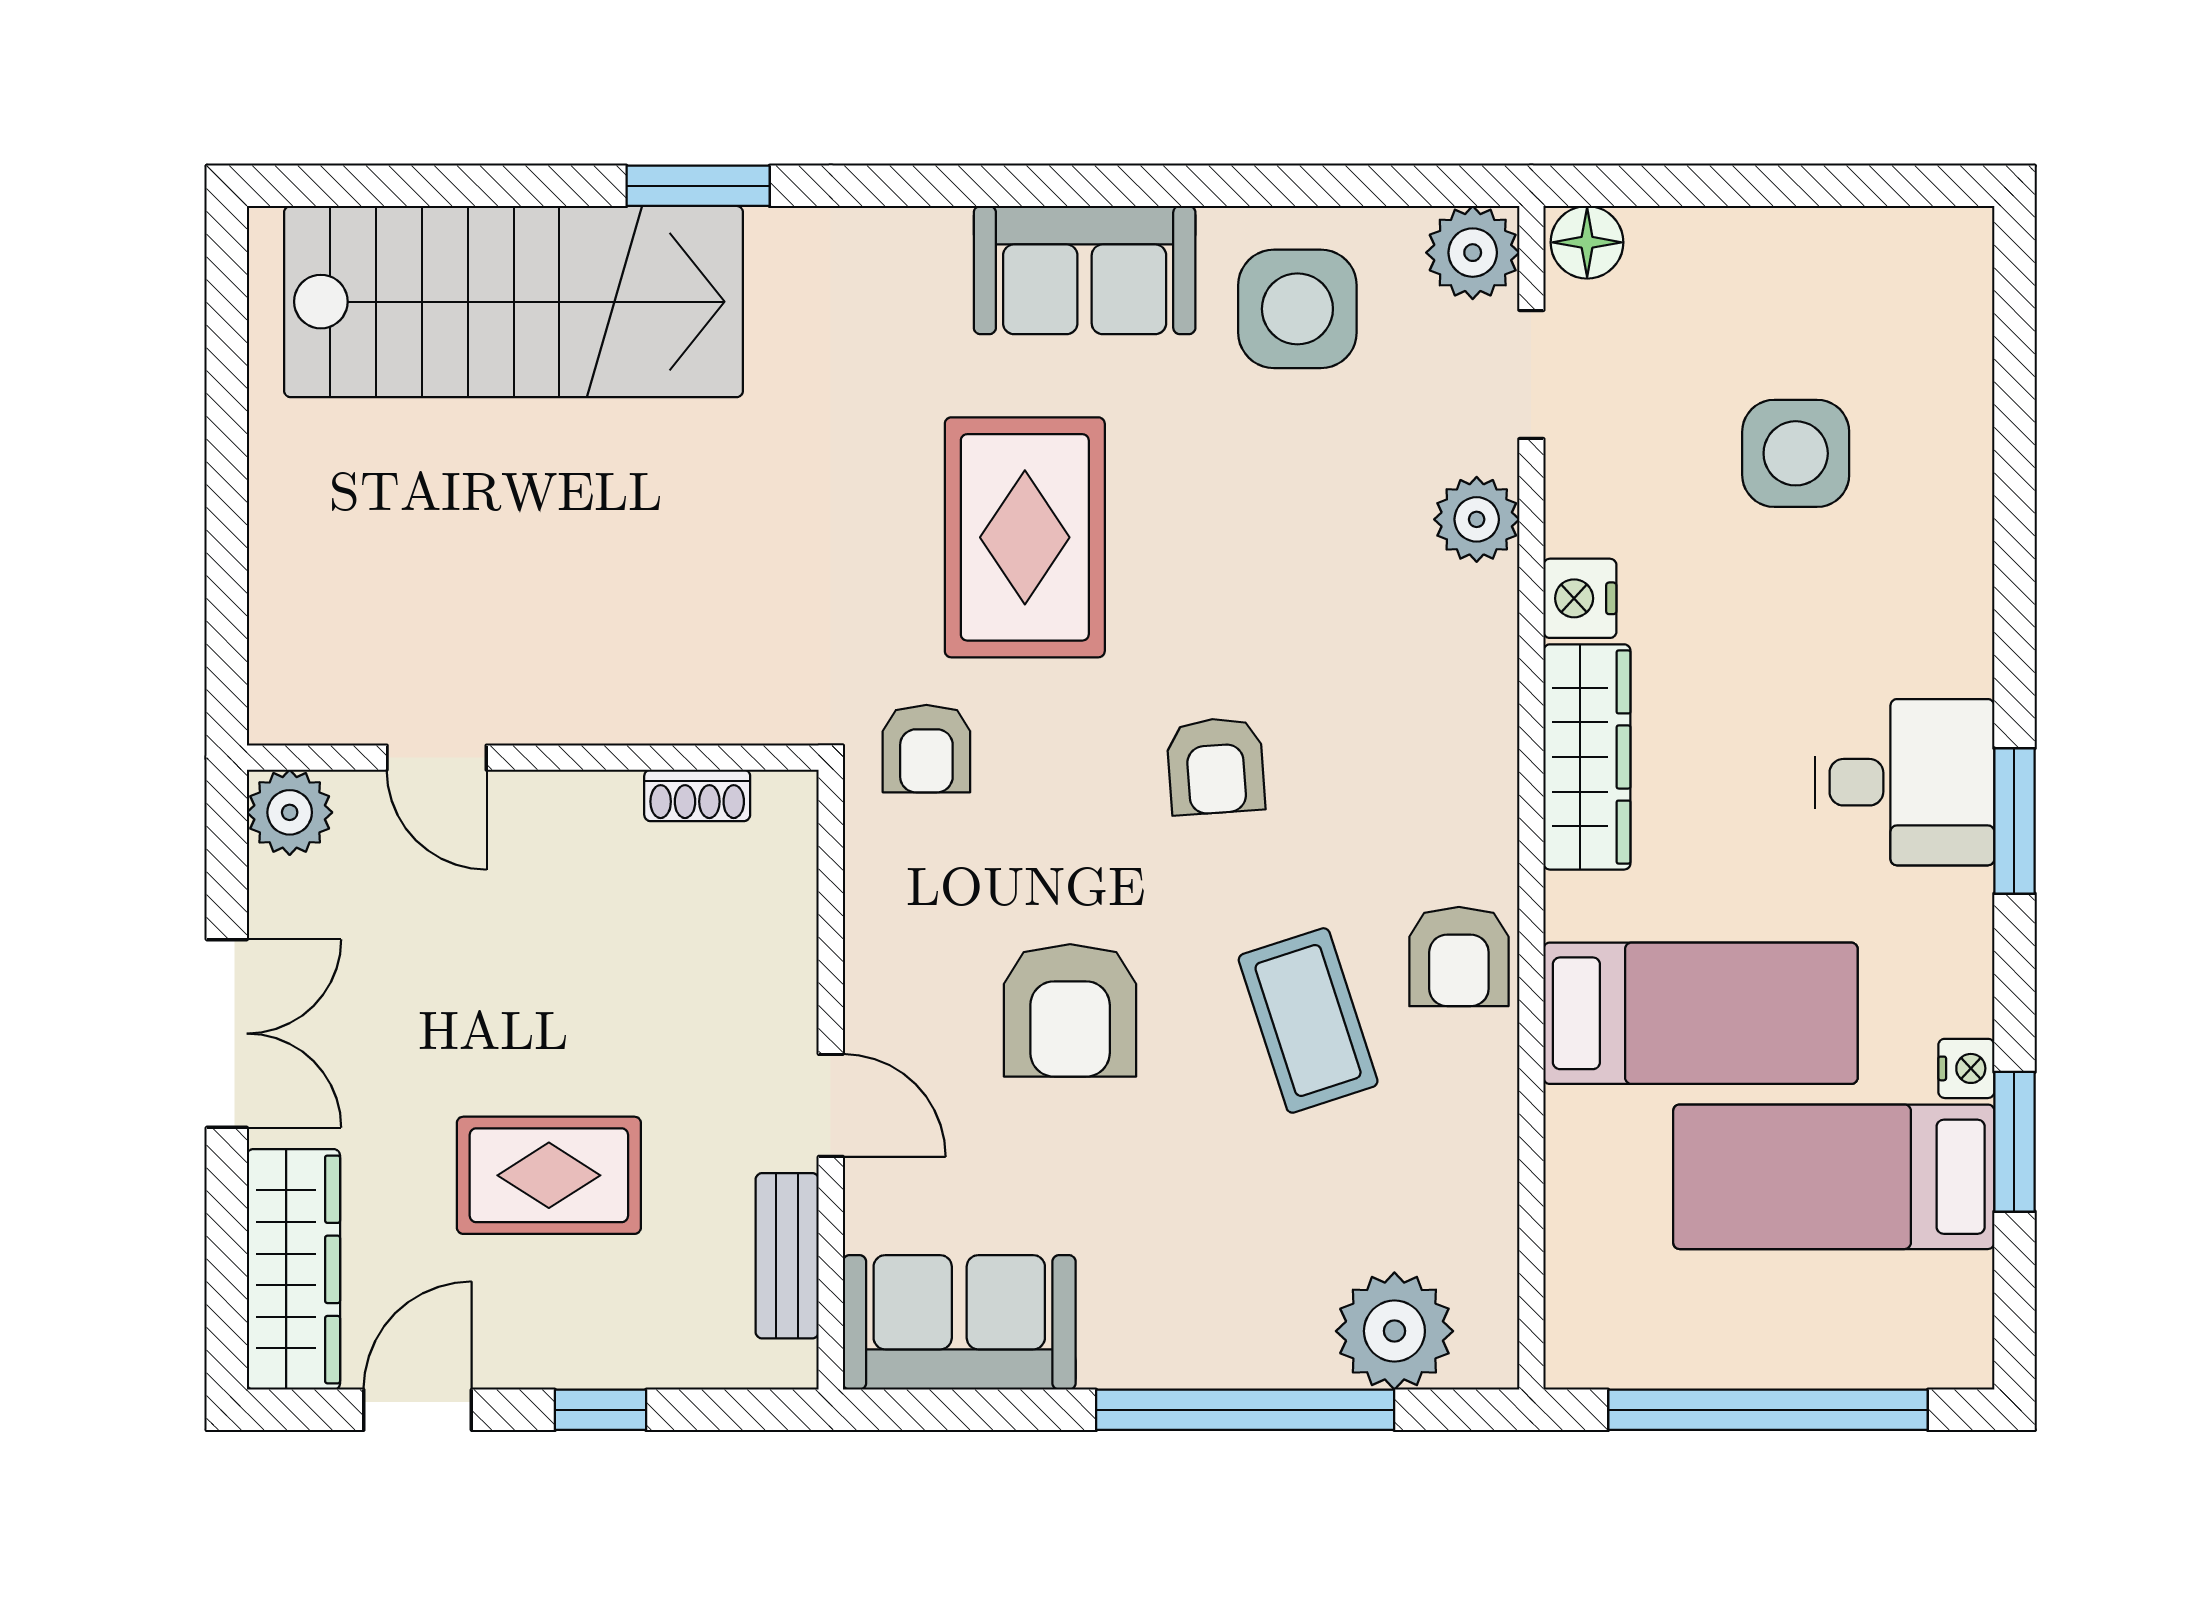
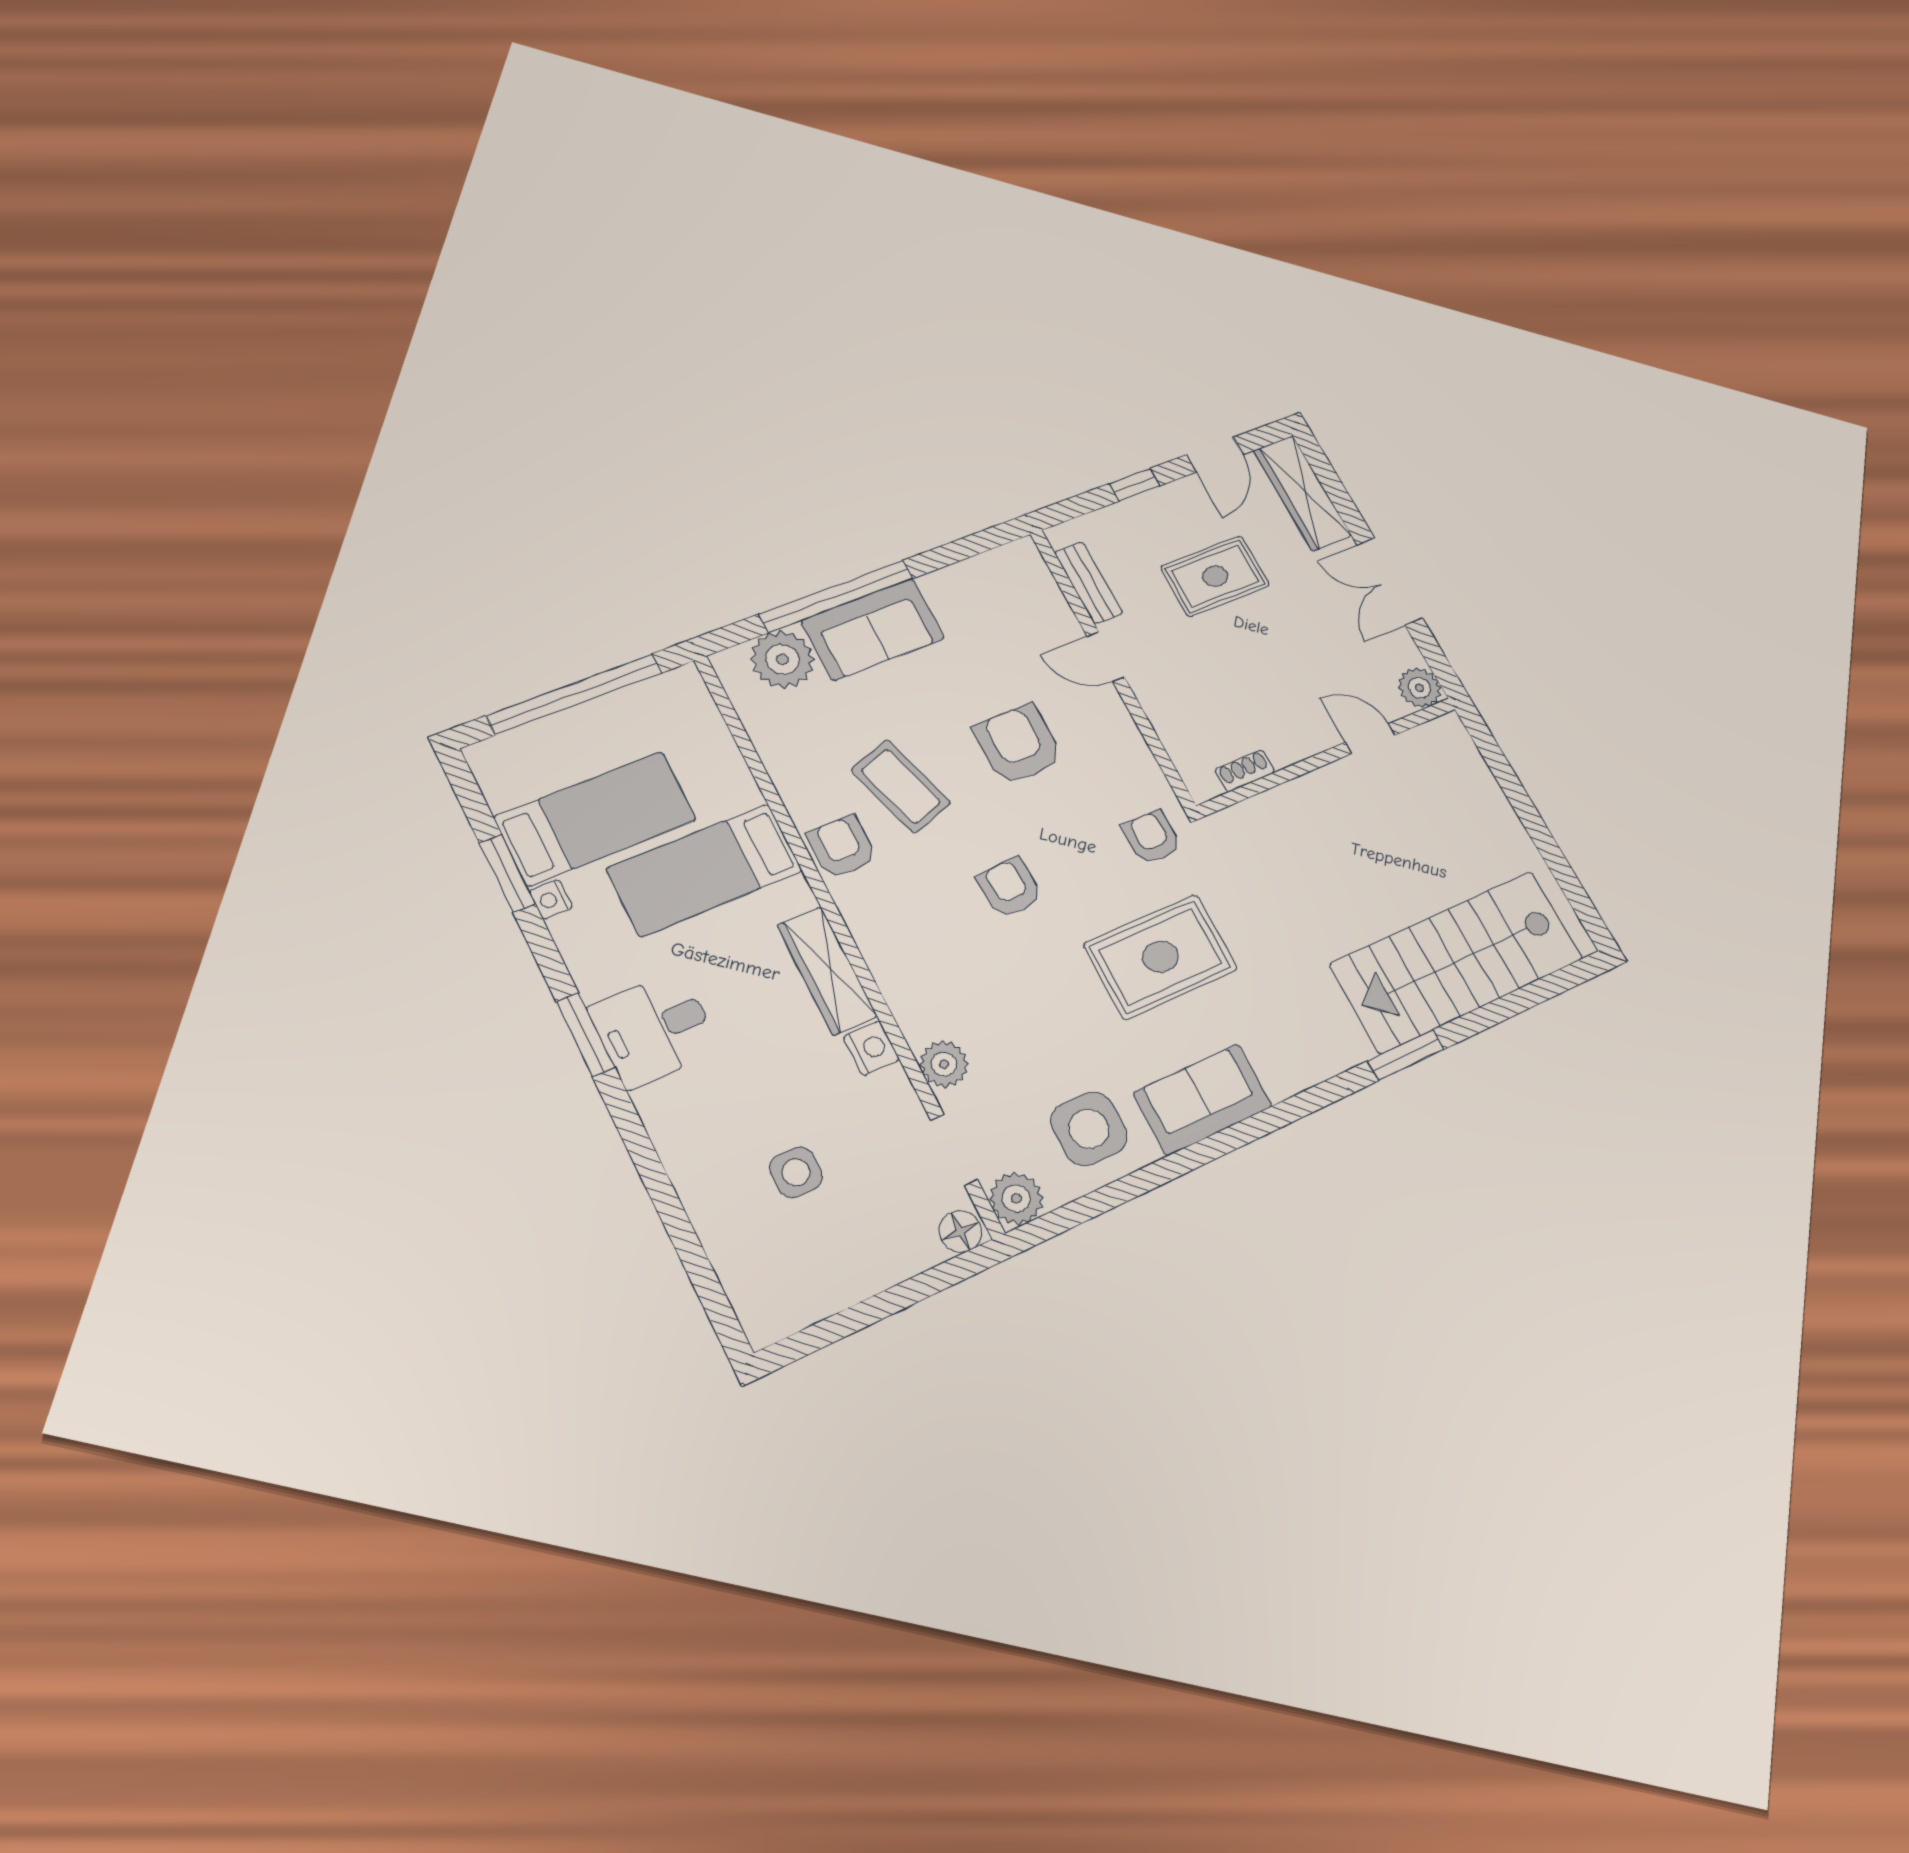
side table: (1796, 453) -> (796, 1172), width x0.73, depth x0.73
rug: (1025, 537) -> (1160, 957), turned 90
sofa: (959, 1322) -> (873, 630), moved

